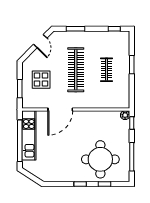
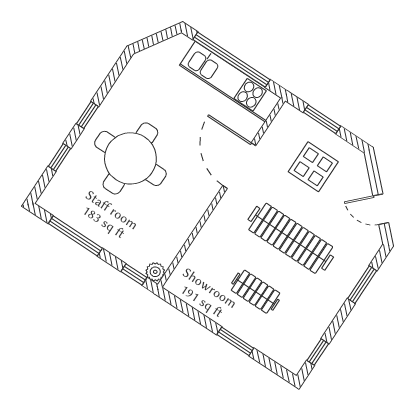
round table: (100, 159) -> (130, 158), moved

